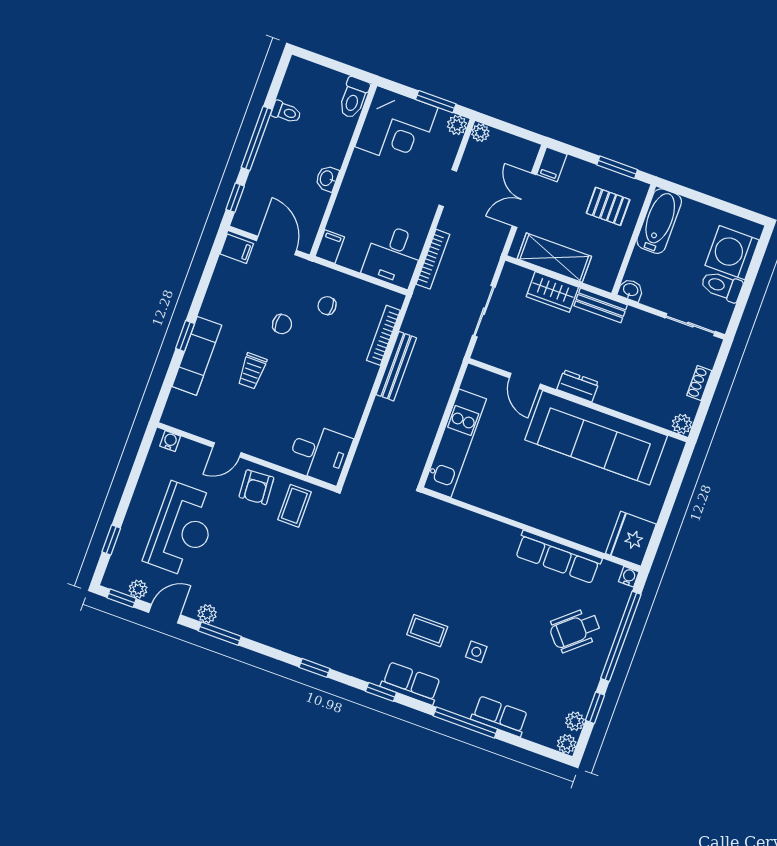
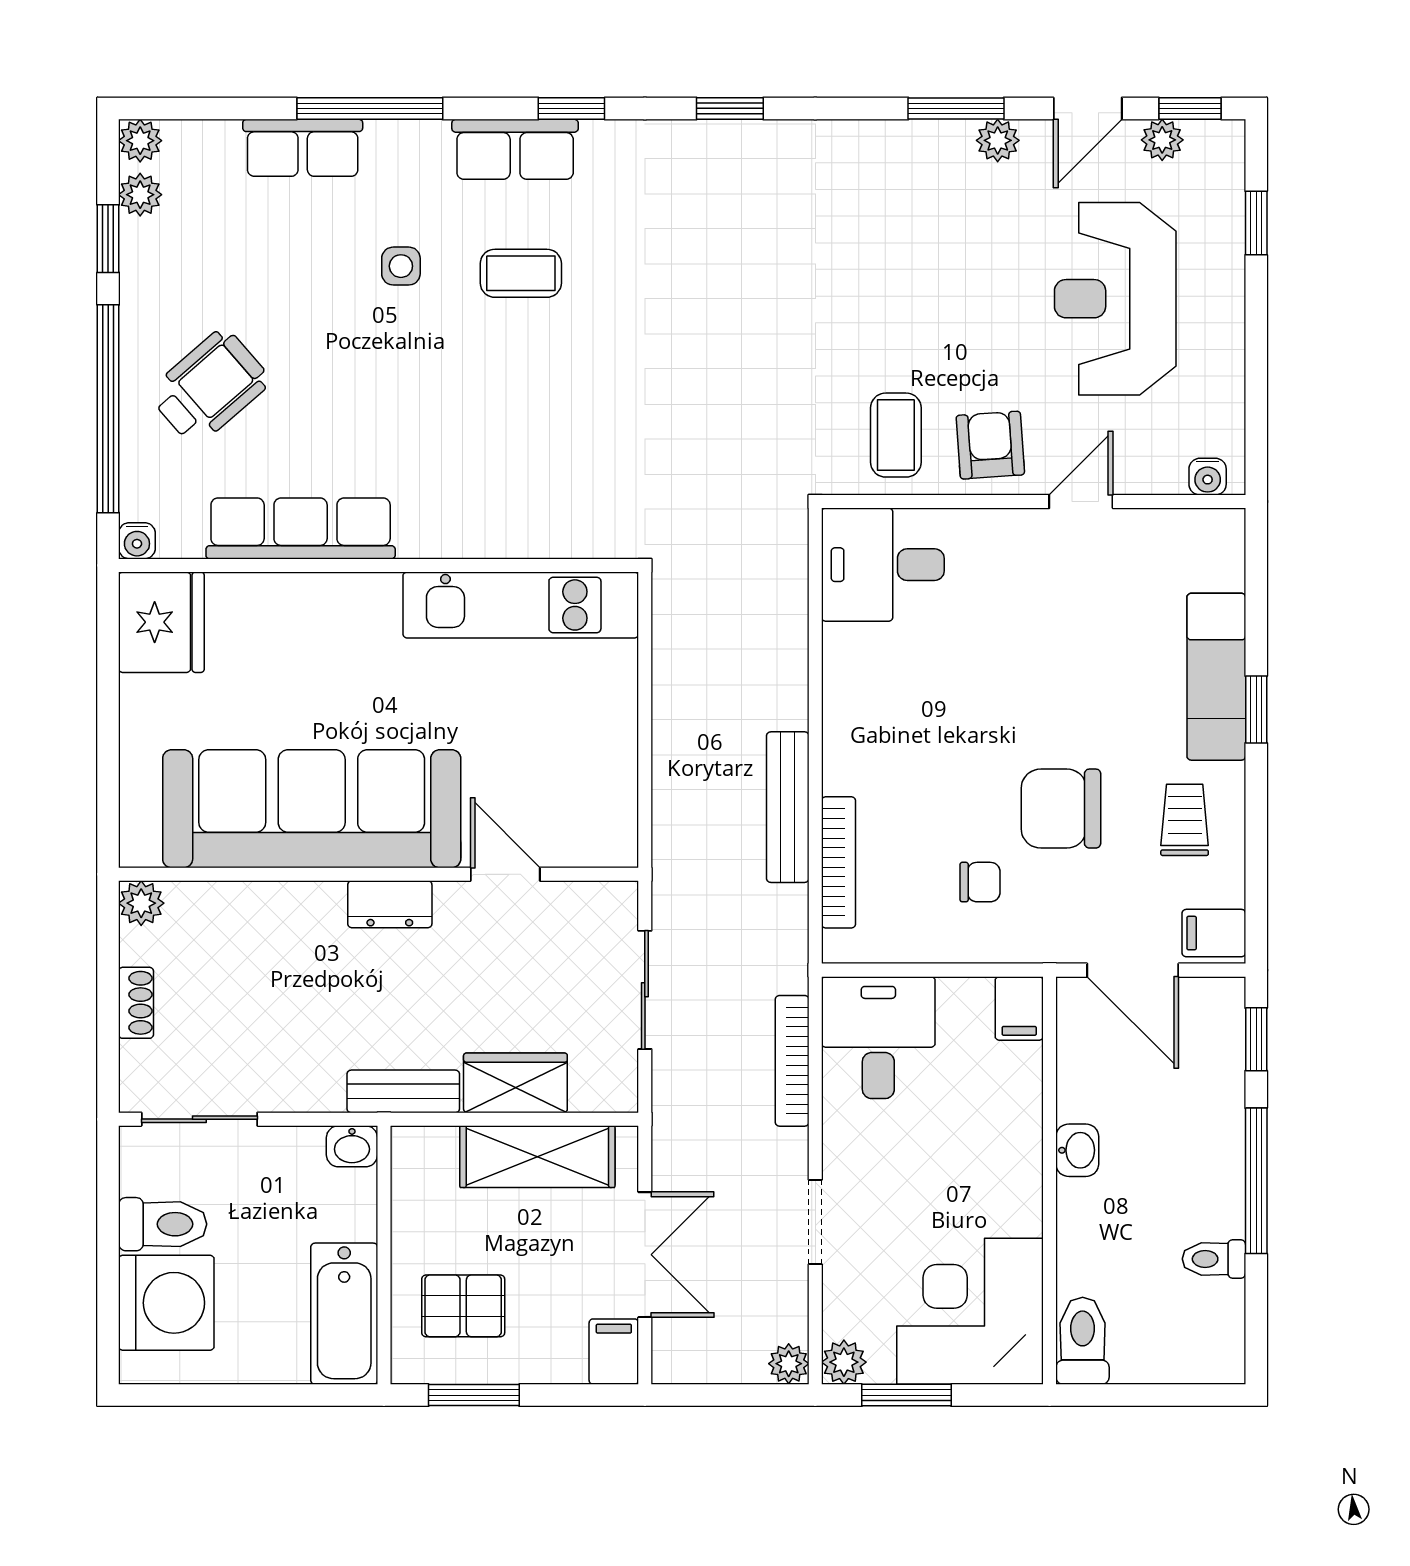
chair: (282, 324) -> (1061, 809), width x1.87, depth x1.87
trolley: (252, 371) -> (1185, 820), moved
kitchen unit: (455, 443) -> (521, 605), moved, turned -90

